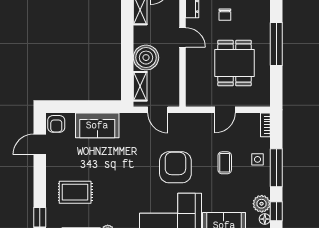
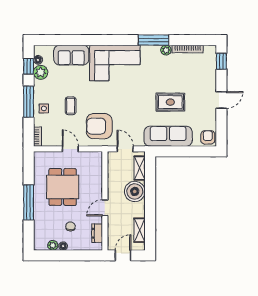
door: (183, 37) -> (105, 208), hinge flipped
door: (225, 110) -> (70, 149), hinge flipped
sofa: (97, 125) -> (168, 136), width x1.36
door: (40, 144) -> (221, 100), moved
armchair: (175, 167) -> (99, 126), moved, turned 90
rug: (75, 192) -> (170, 102), moved

